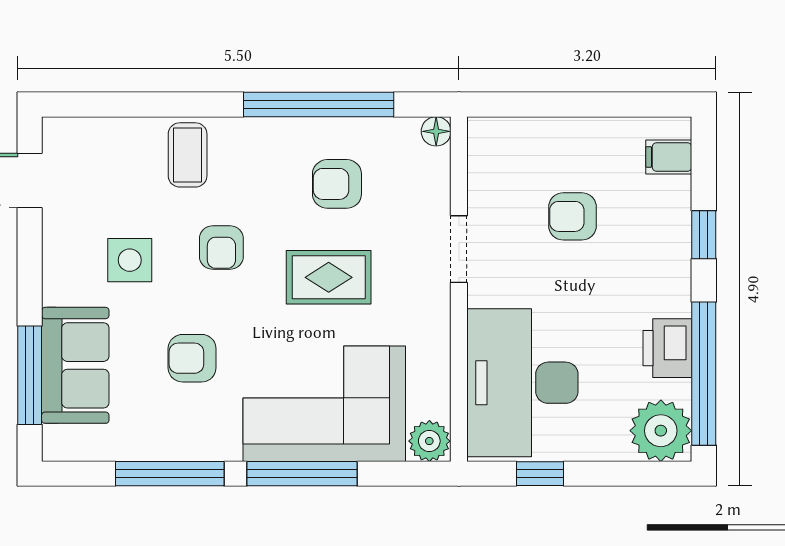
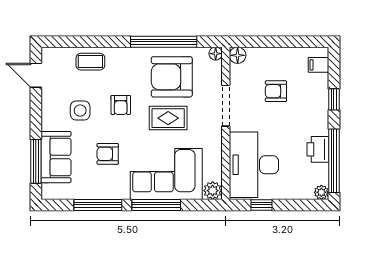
floor lamp: (486, 135) -> (238, 55), added
coffee table: (188, 155) -> (90, 62), moved, turned 90
armchair: (337, 184) -> (172, 77), width x1.88, depth x1.88
doorway: (459, 249) -> (226, 106), width x1.38
plant: (661, 431) -> (321, 192), width x0.53, depth x0.53

